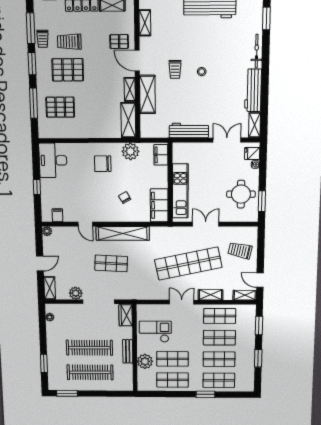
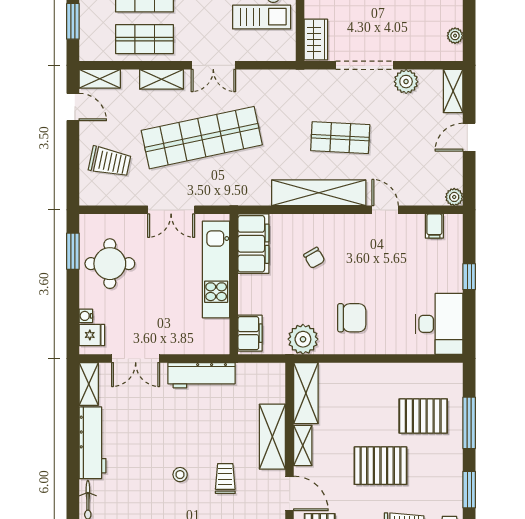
pallet: (68, 70) -> (380, 466), moved

